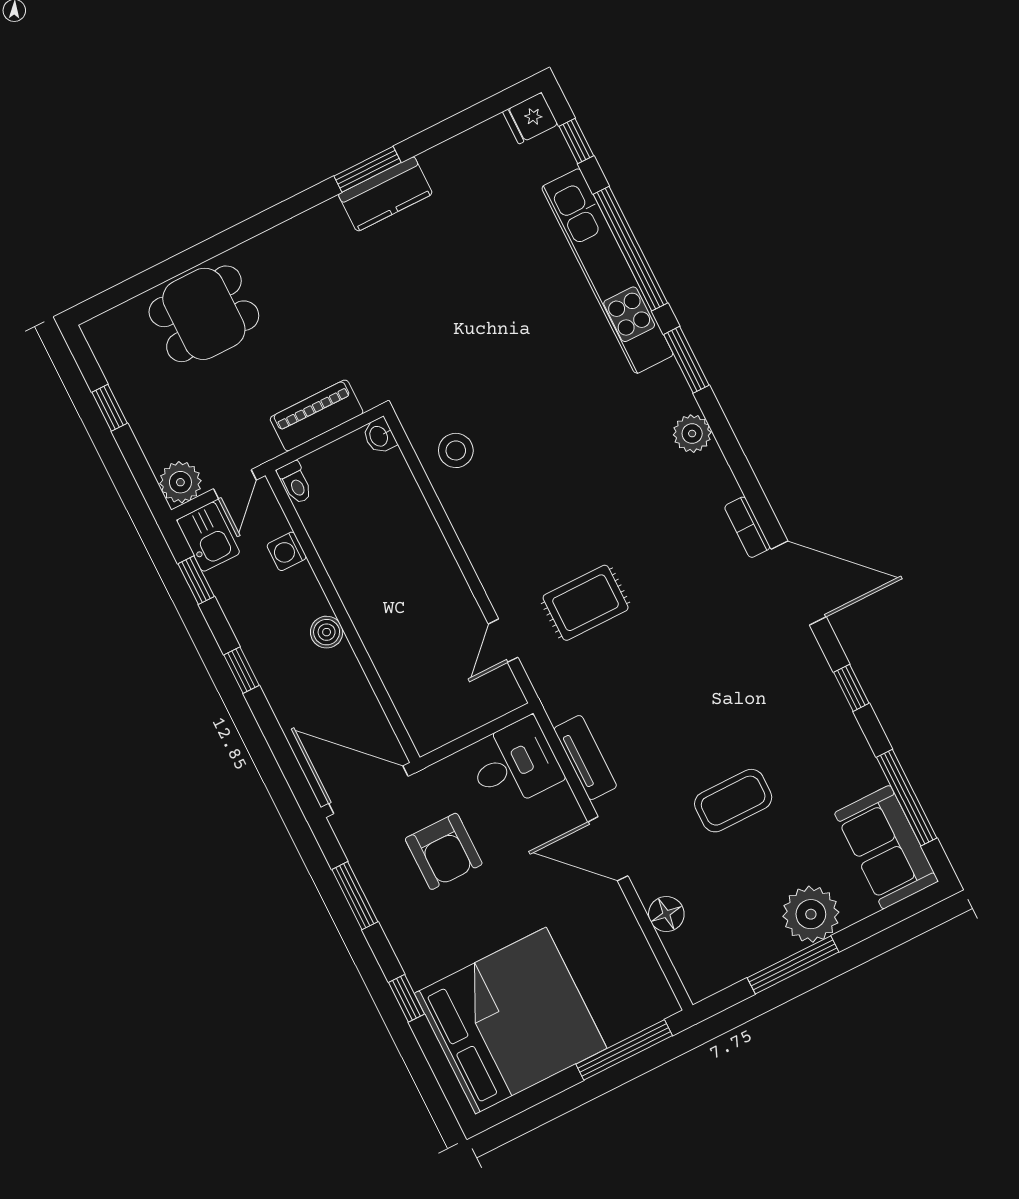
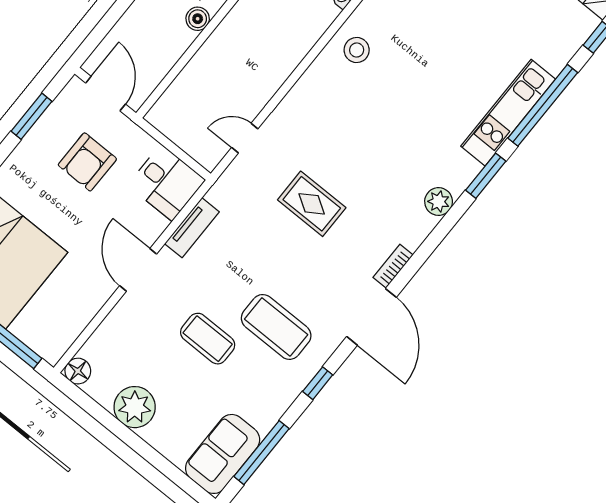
kitchen unit: (607, 271) -> (508, 113), width x0.73
rug: (586, 603) -> (312, 204), moved
coffee table: (757, 708) -> (276, 327), added
door: (368, 790) -> (106, 94), width x0.73
floor lamp: (666, 914) -> (78, 371), moved
plant: (811, 914) -> (135, 407), moved
window: (793, 965) -> (117, 427), removed

